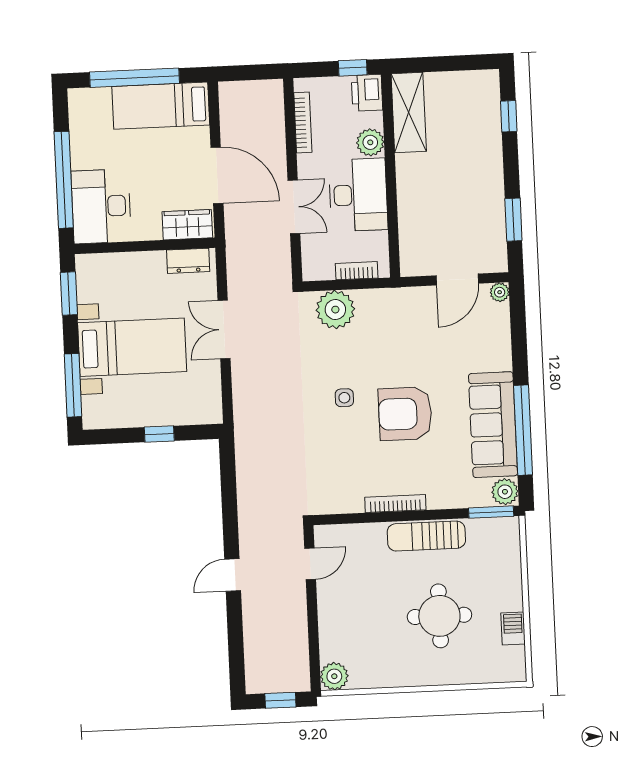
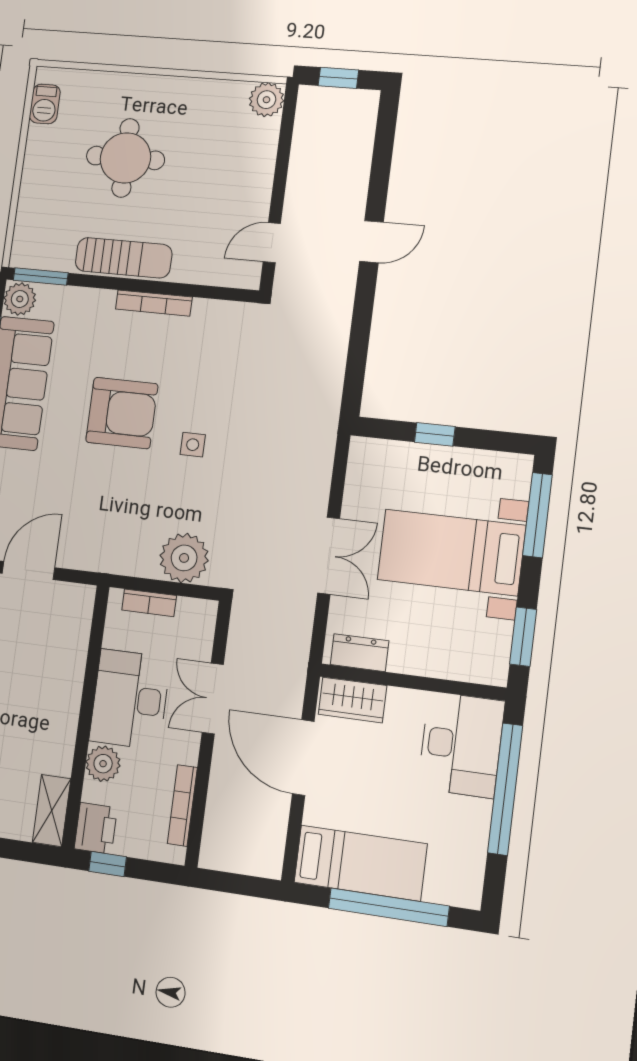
shelving: (409, 113) -> (52, 811), width x0.67, depth x0.75
barbecue: (513, 629) -> (45, 104), moved

